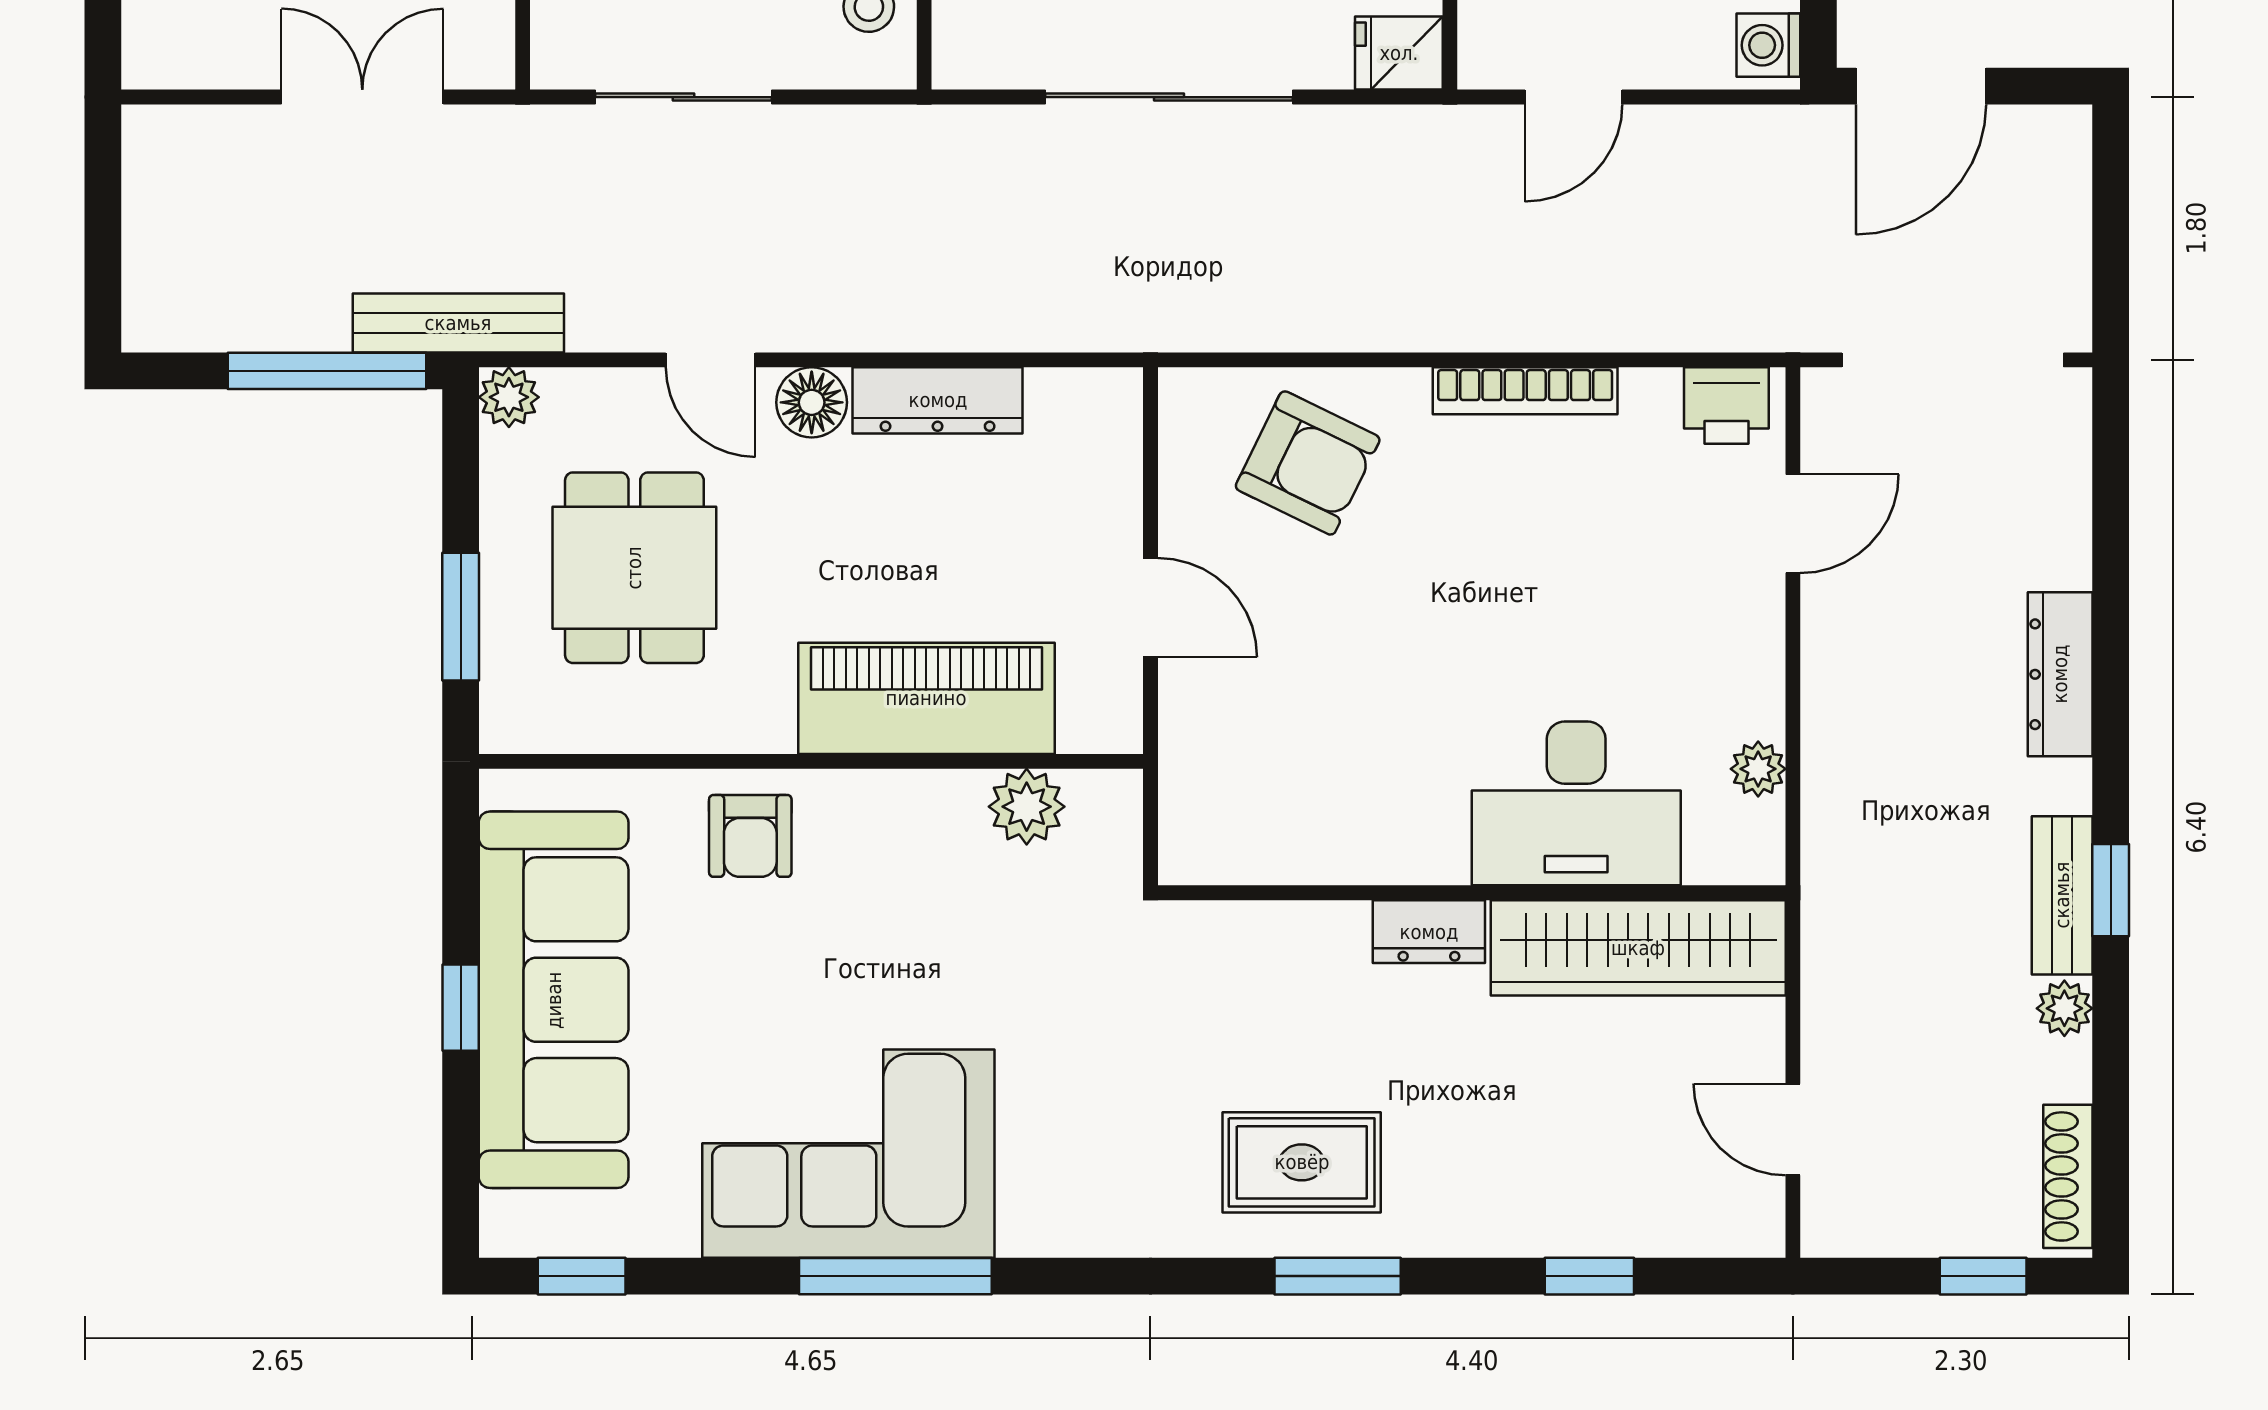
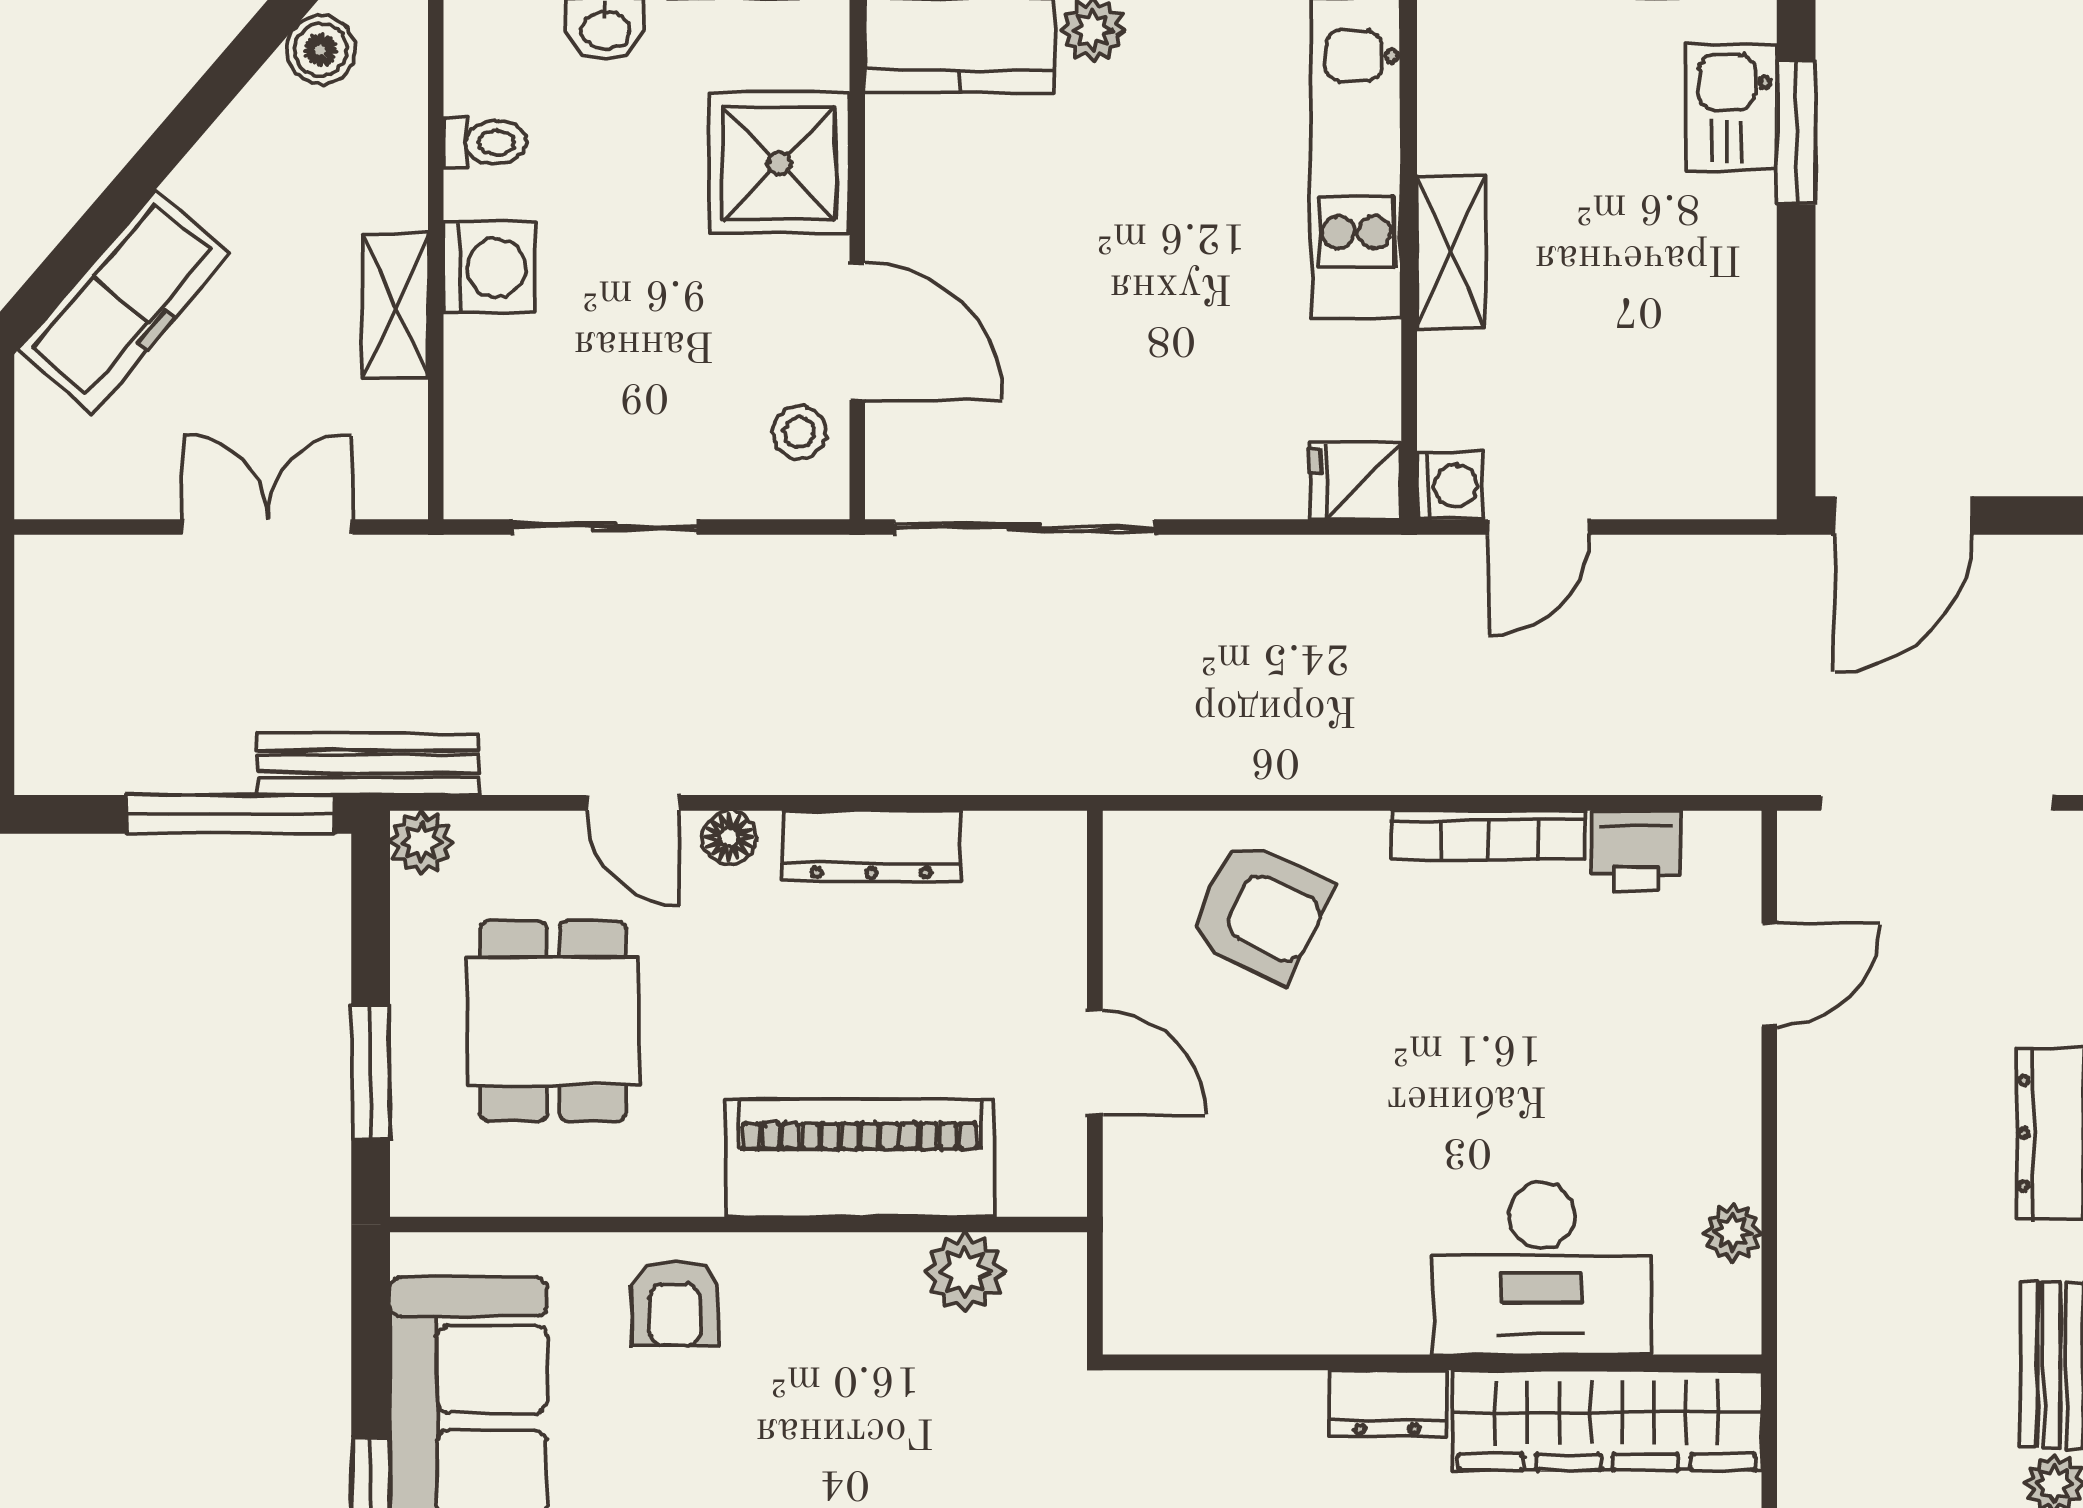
washing machine: (1768, 45) -> (1450, 486), moved, turned 180
sliding door: (1169, 97) -> (1024, 527), moved
floor lamp: (812, 402) -> (729, 838), width x0.73, depth x0.73
printer: (1726, 406) -> (1636, 851), moved

